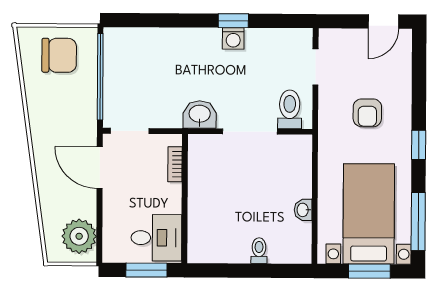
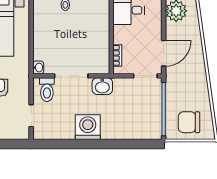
window: (233, 21) -> (82, 144), removed
washing machine: (233, 39) -> (88, 127), width x1.89, depth x1.89
door: (100, 168) -> (164, 53), hinge flipped
washbasin: (303, 210) -> (38, 68), moved

